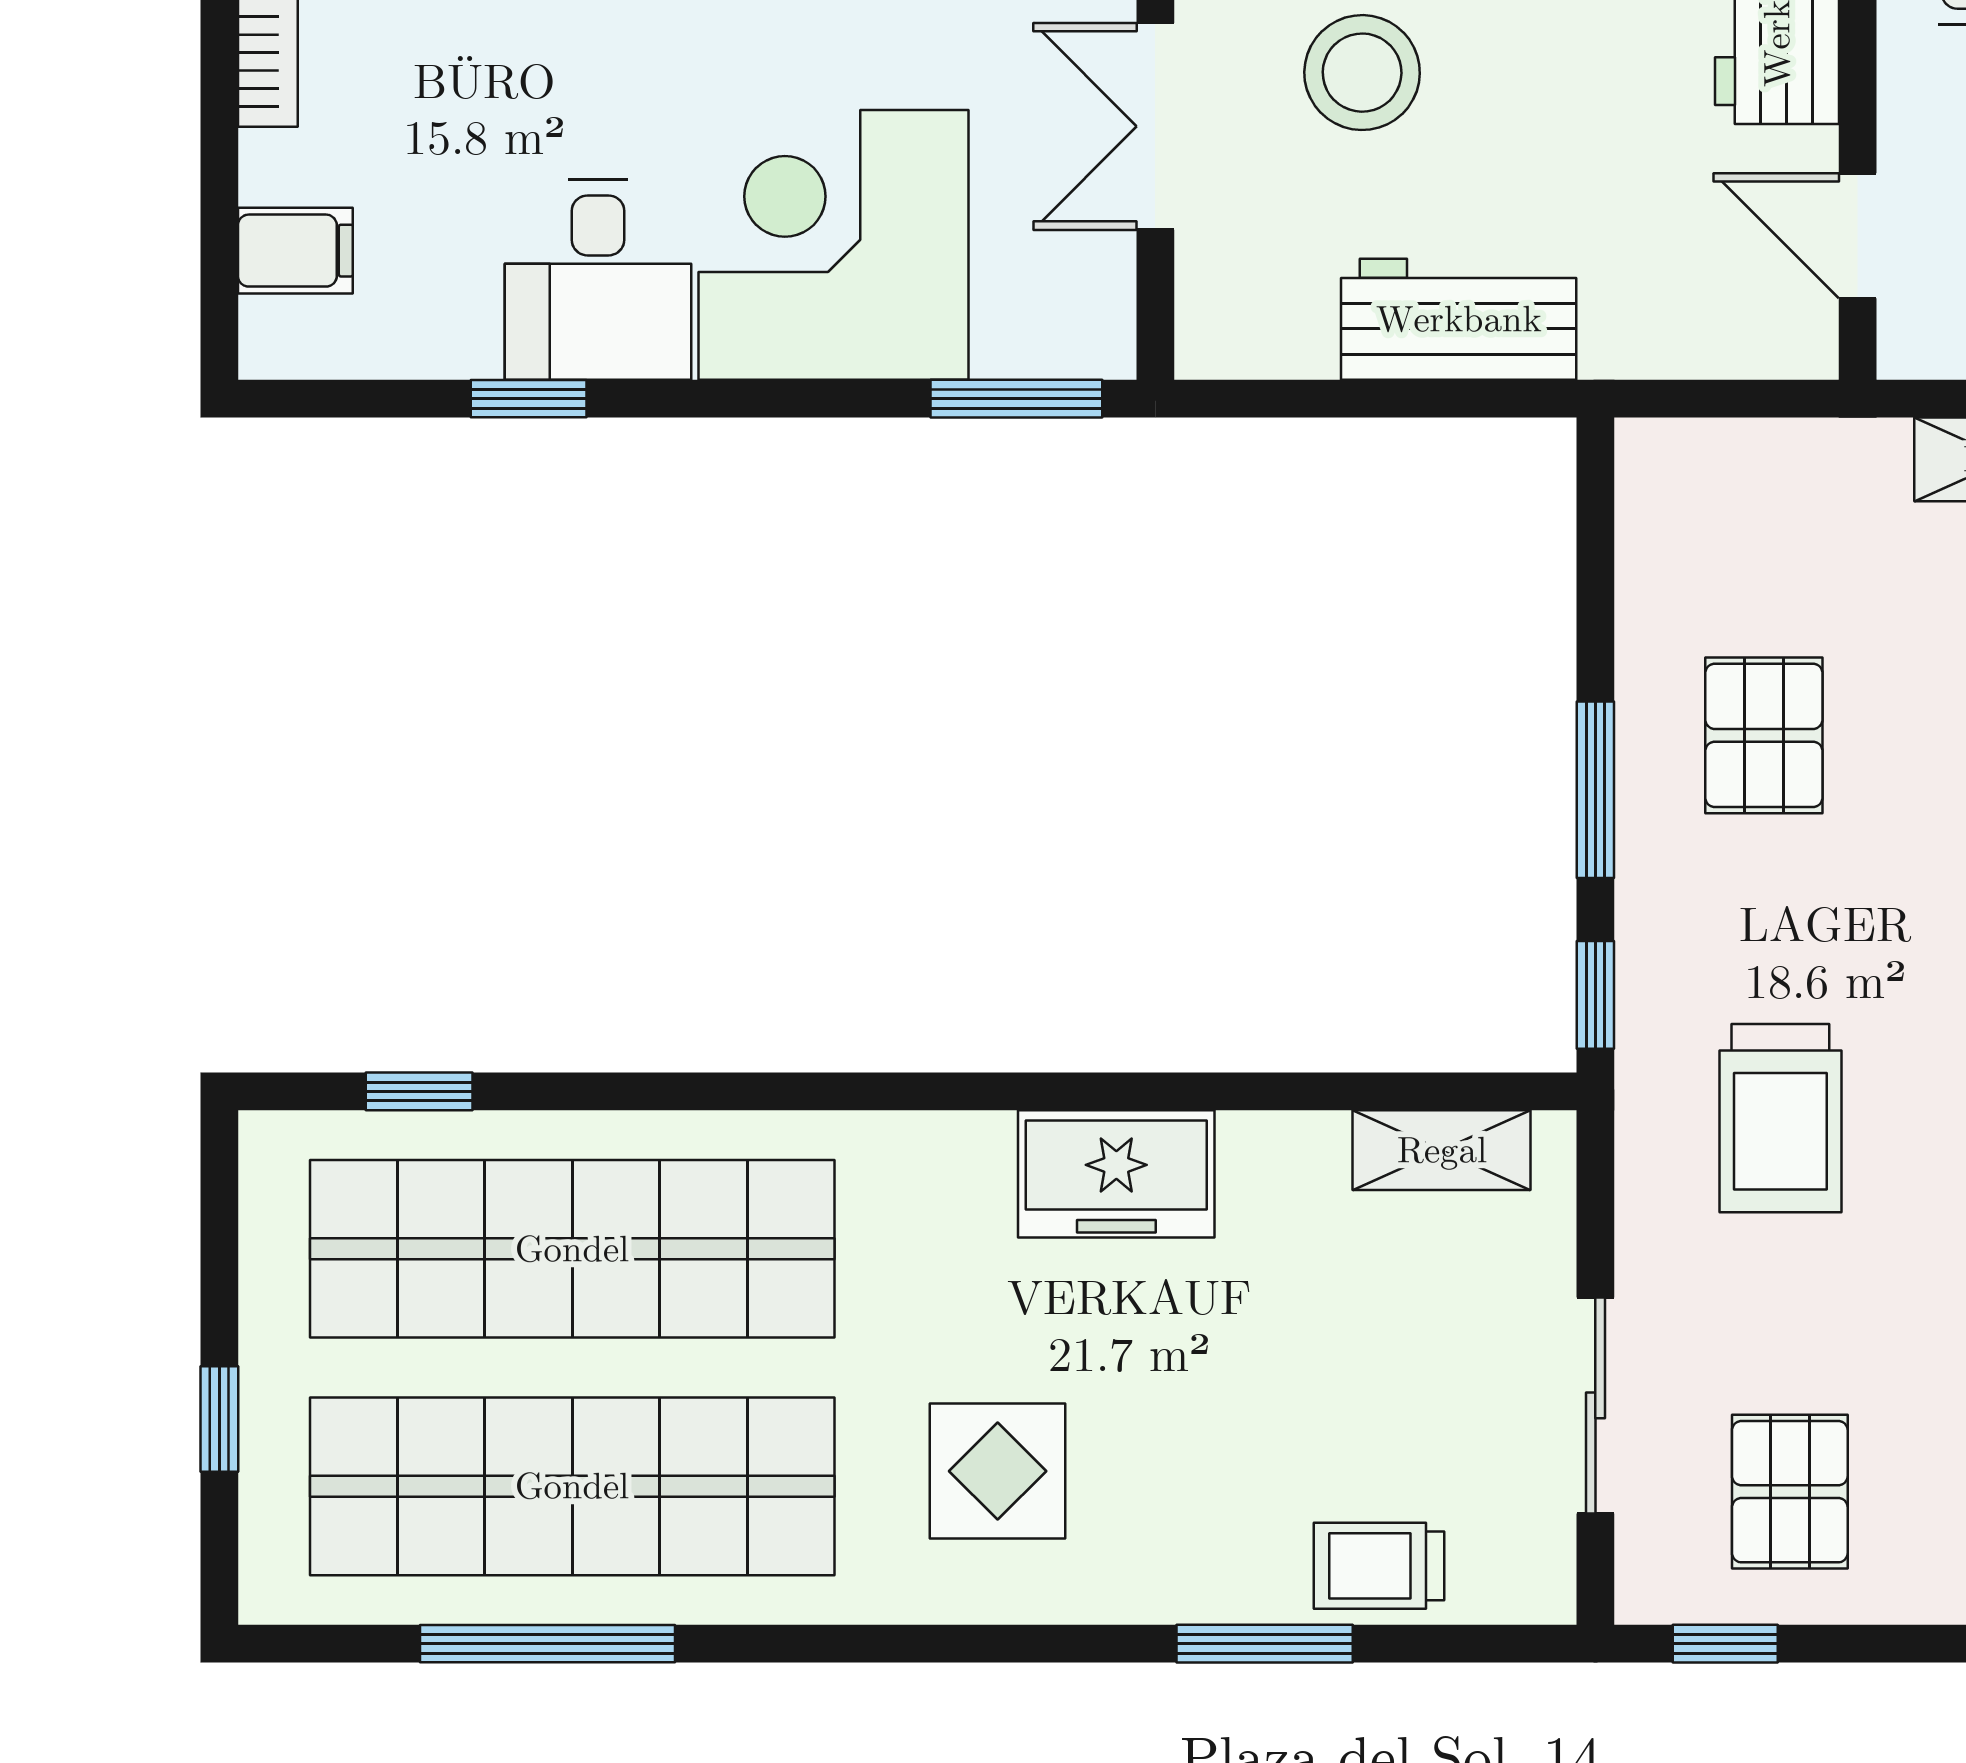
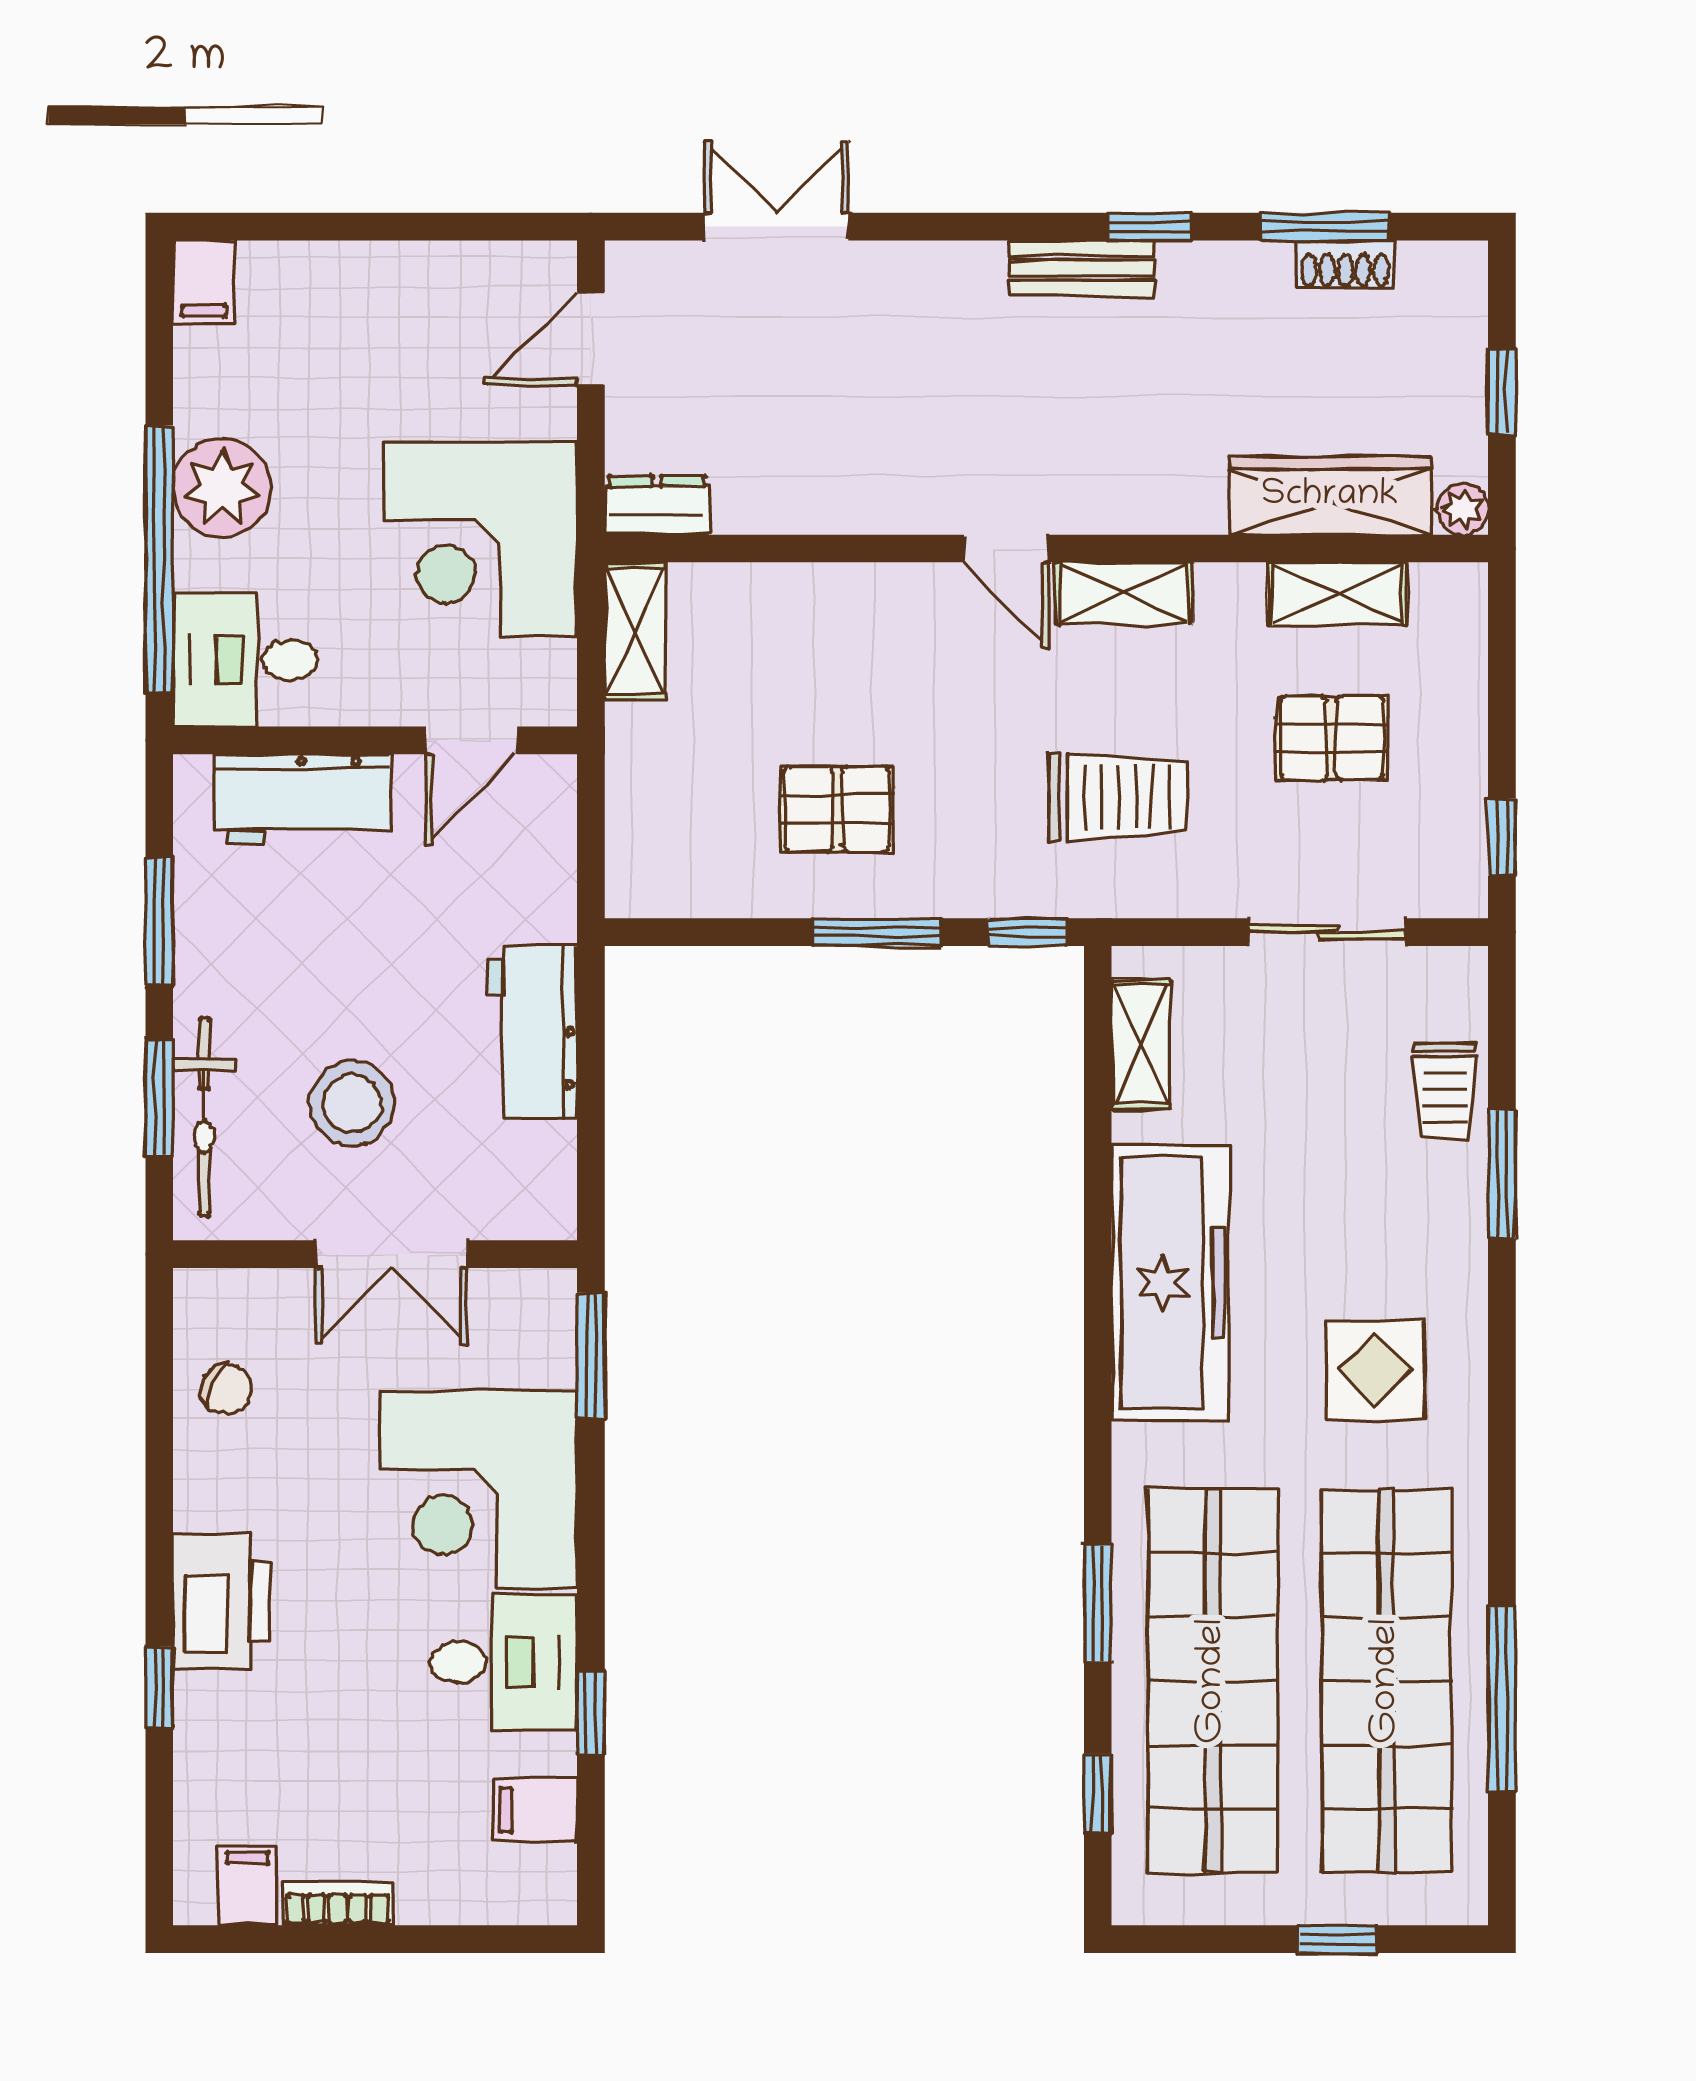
filing cabinet: (295, 251) -> (535, 1810), moved, turned -90
window: (679, 1091) -> (1098, 1602), added
freezer: (1116, 1174) -> (1170, 1283), width x1.91, depth x1.26
pallet: (1790, 1492) -> (1332, 738), moved

